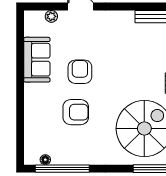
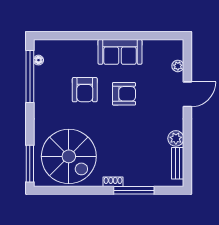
plant: (126, 18) -> (176, 138), added
sofa: (37, 60) -> (120, 52), moved

